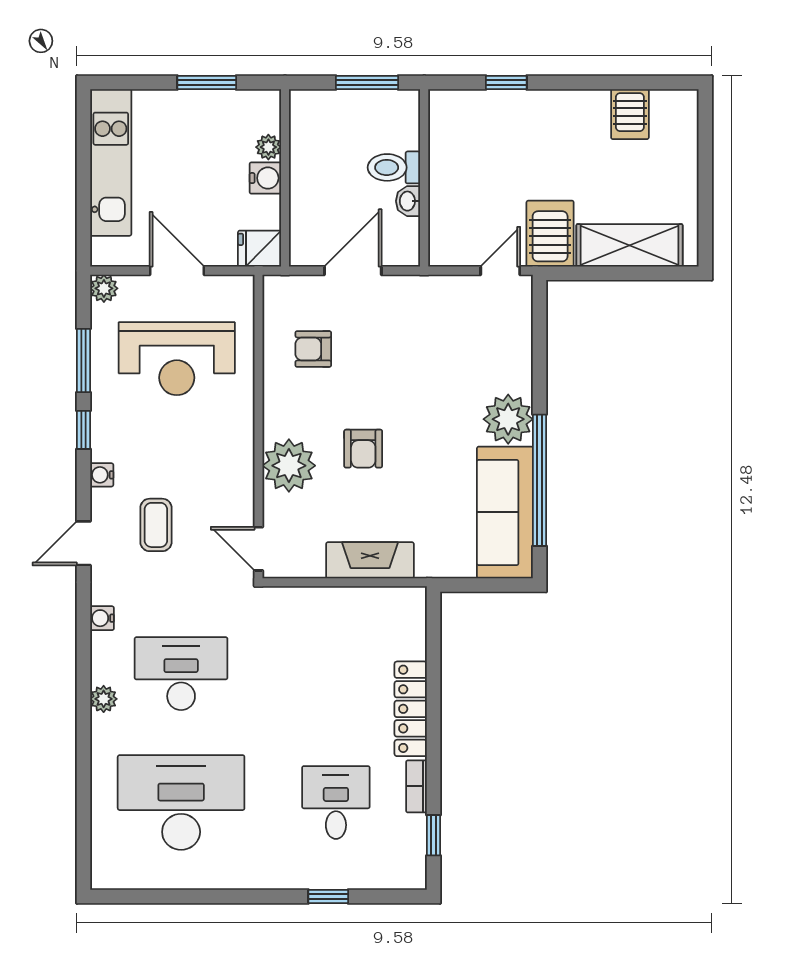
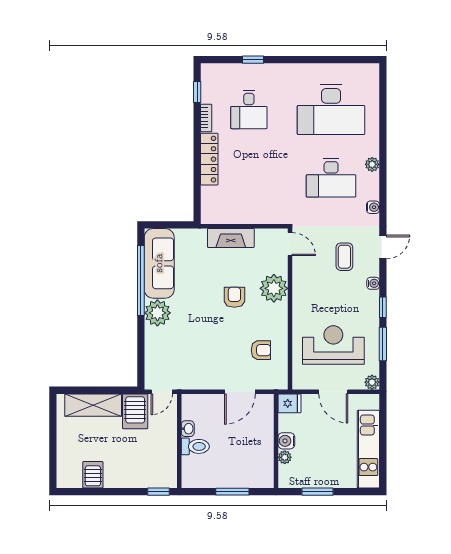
toilet: (394, 167) -> (195, 446), moved
wall: (424, 178) -> (179, 441), moved
washbasin: (408, 201) -> (188, 429), moved

